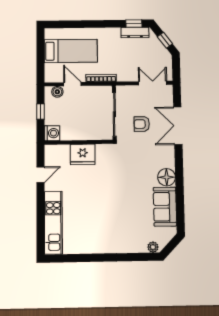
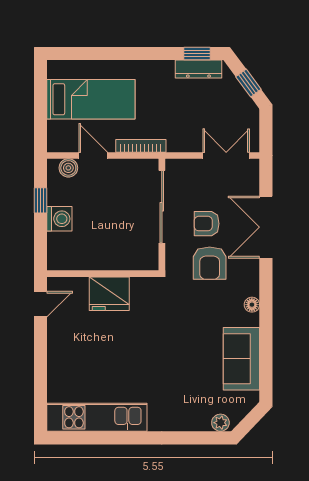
washing machine: (52, 133) -> (59, 219), moved
wall: (79, 142) -> (103, 274), moved
armchair: (144, 148) -> (210, 263), added
fridge: (83, 154) -> (109, 294), moved
floor lamp: (167, 177) -> (252, 305), width x0.53, depth x0.53
kitchen unit: (53, 223) -> (97, 417), moved, turned -90

